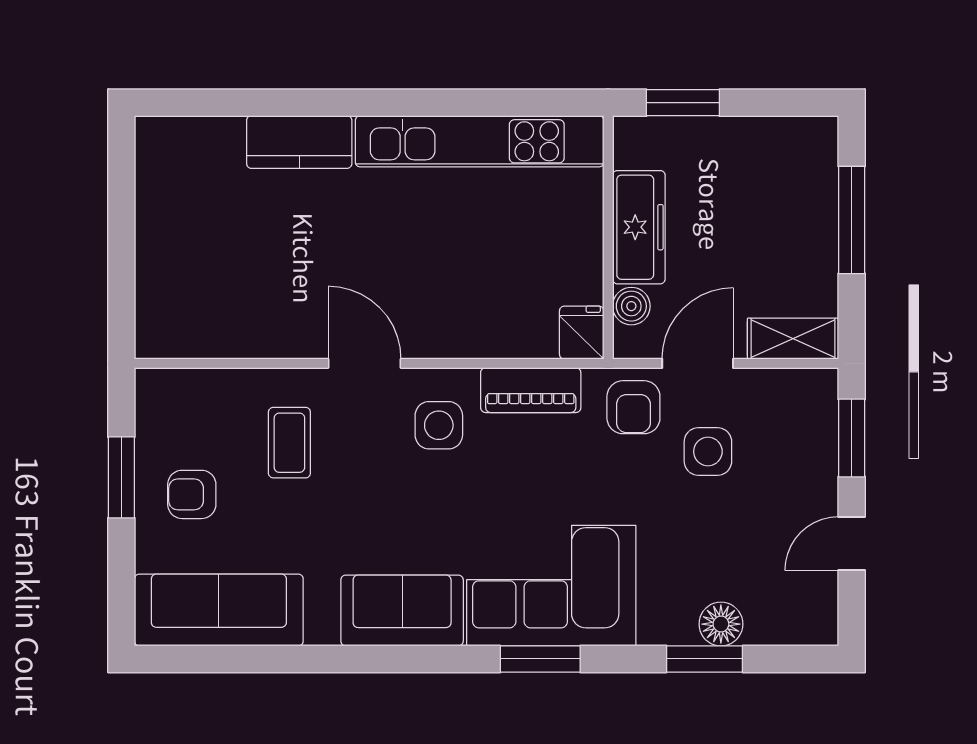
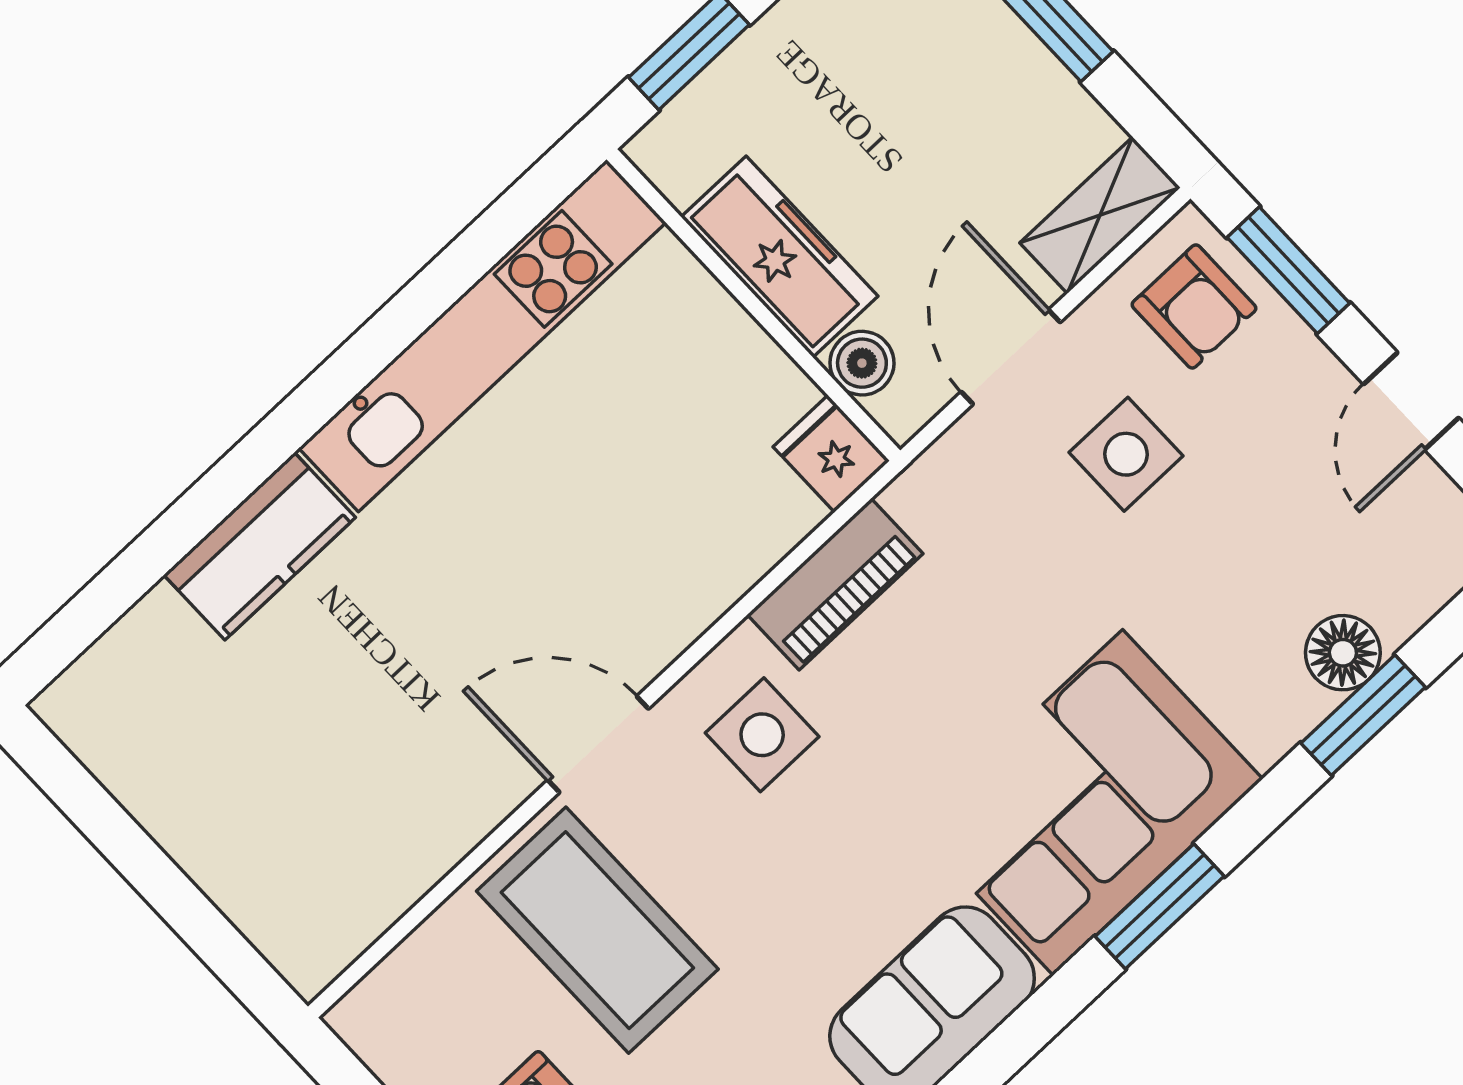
armchair: (633, 407) -> (1194, 306), moved
coffee table: (289, 443) -> (597, 930), width x1.86, depth x1.72

